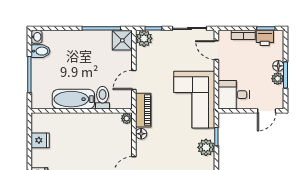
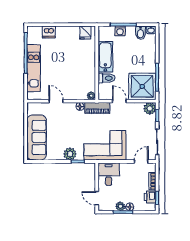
shower: (122, 40) -> (142, 86), width x1.86, depth x1.86
washing machine: (38, 79) -> (120, 31), added
fridge: (40, 140) -> (85, 32), moved

